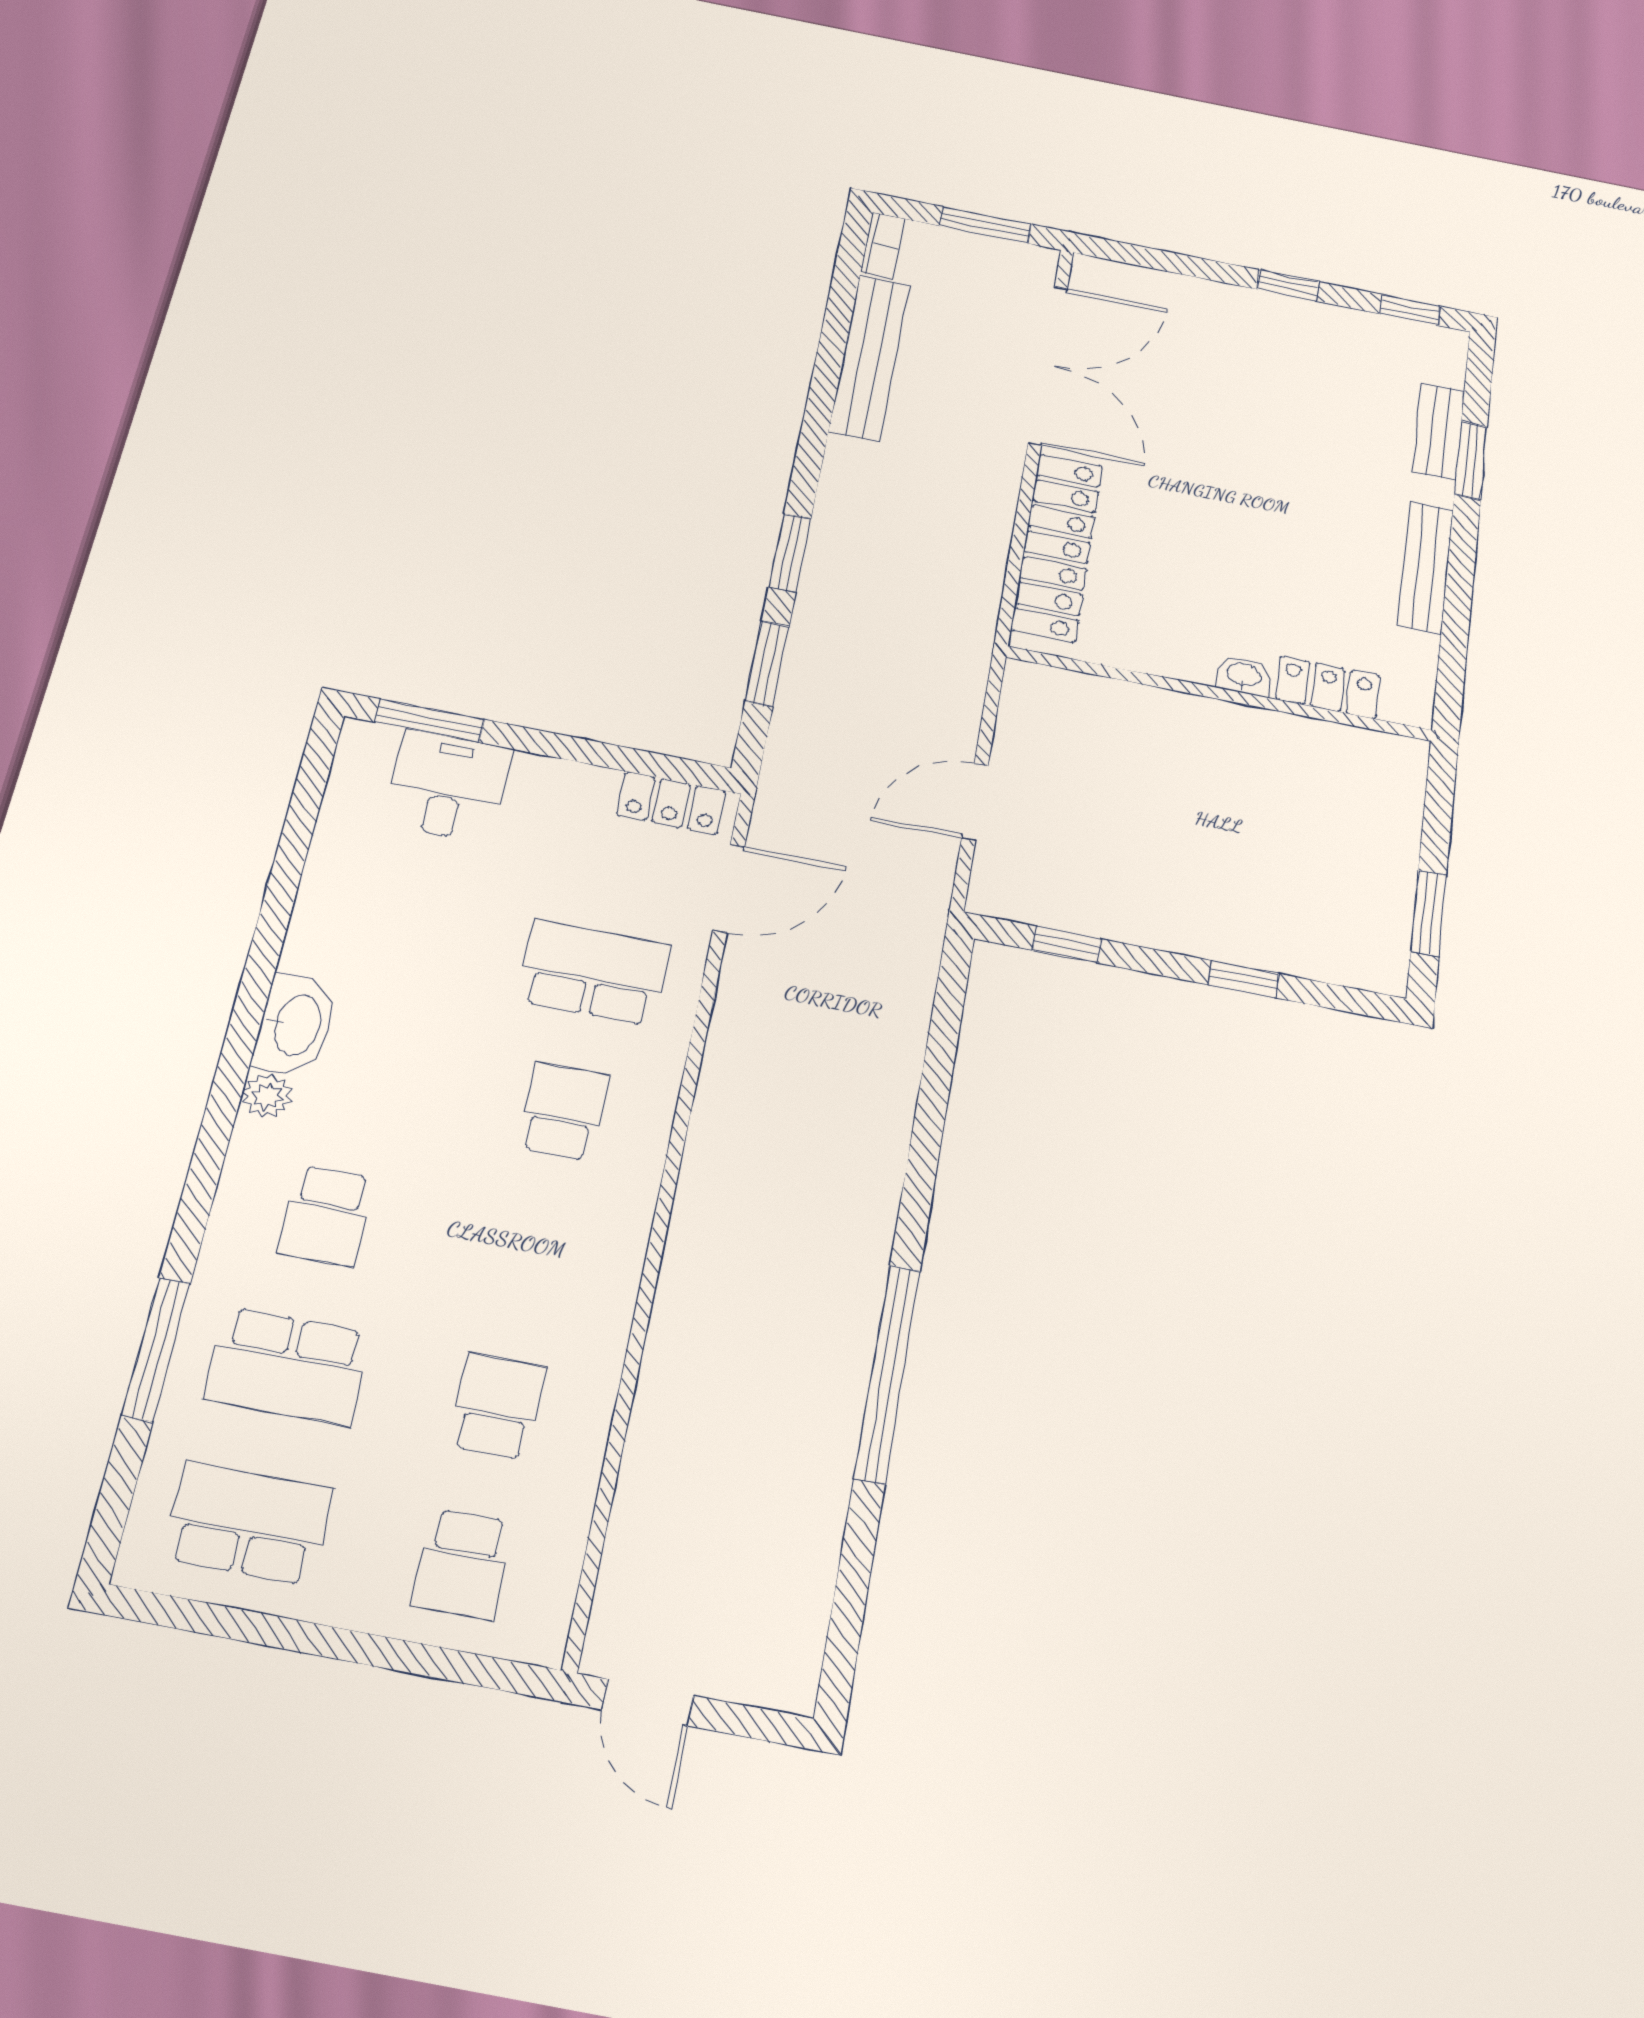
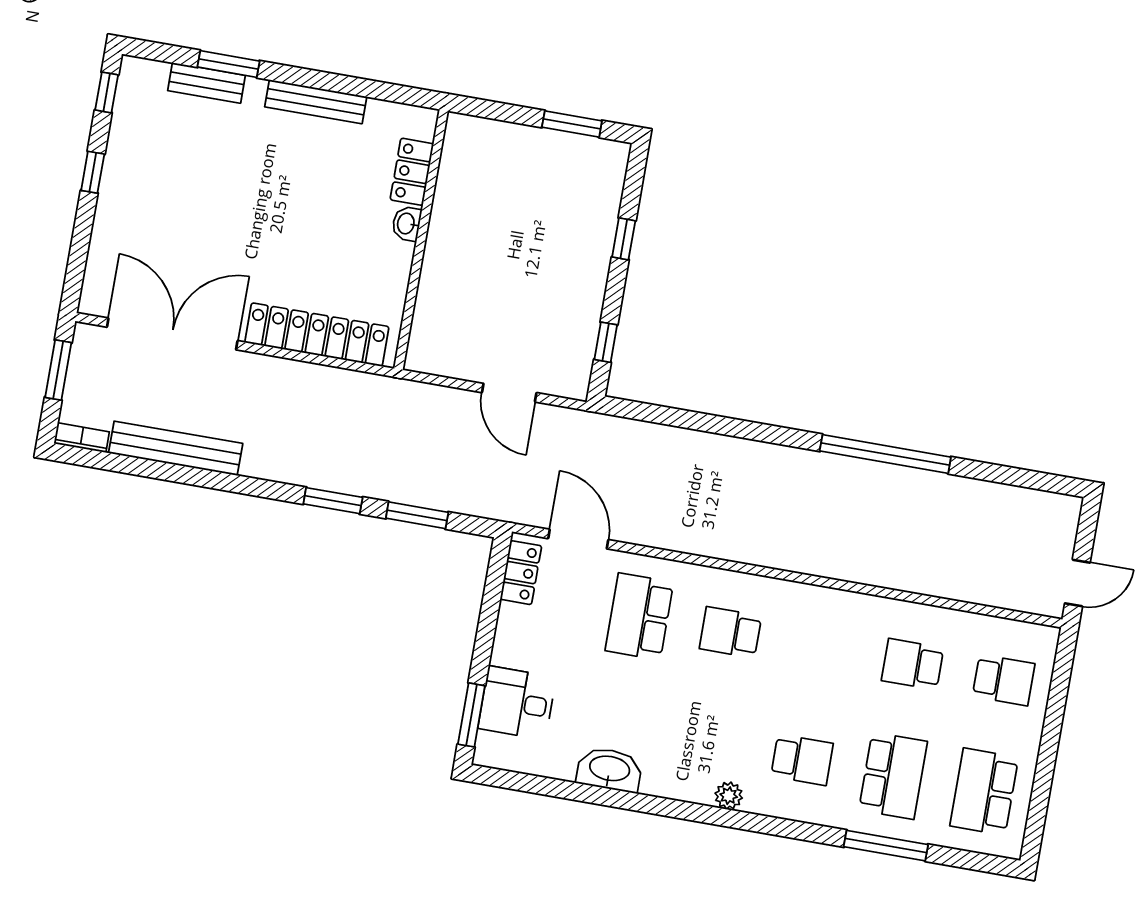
washbasin: (296, 1025) -> (609, 769), moved

